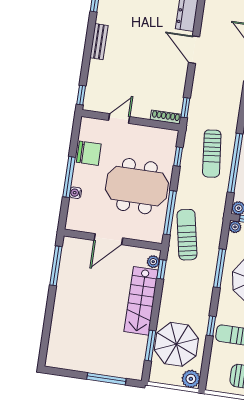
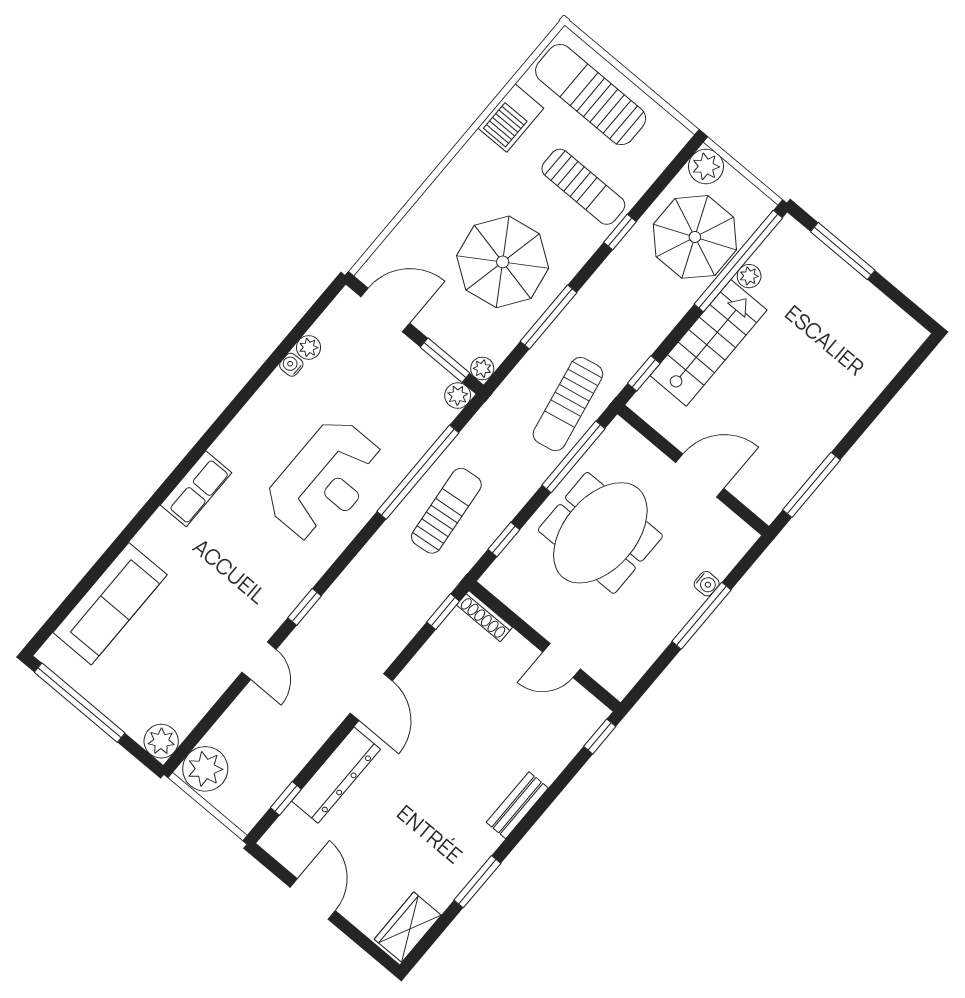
chair: (89, 153) -> (645, 634), removed
meeting table: (137, 186) -> (600, 533), turned 90
plant: (153, 262) -> (749, 276), moved
window: (150, 346) -> (738, 261), width x2.11

